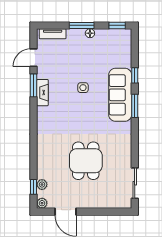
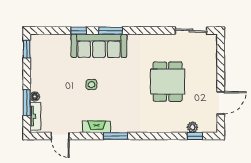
window: (82, 25) -> (27, 103), moved
floor lamp: (90, 33) -> (35, 97), moved
window: (34, 85) -> (115, 136), moved
dining table: (86, 161) -> (168, 82), turned 90
plant: (42, 203) -> (212, 127), removed

